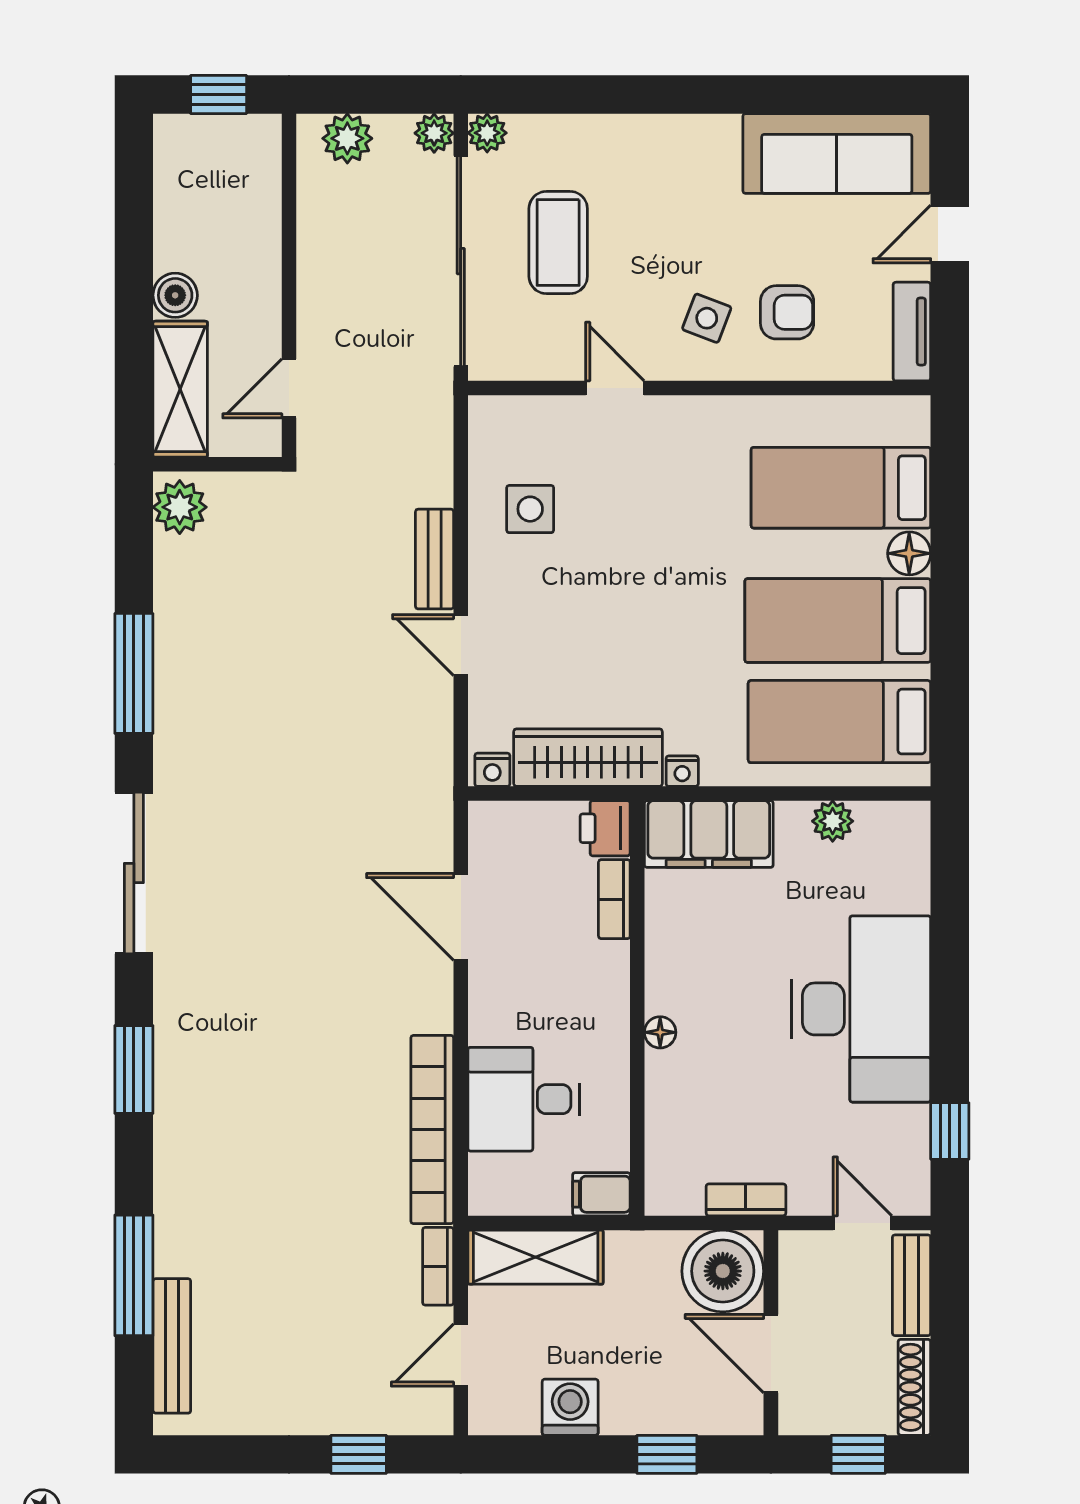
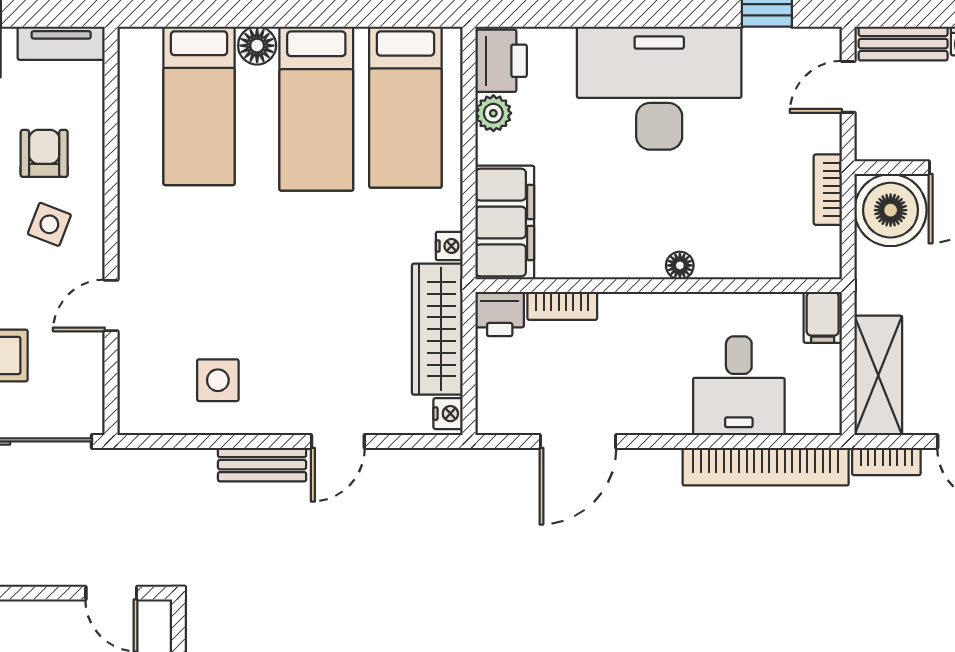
printer: (892, 830) -> (501, 61), added

